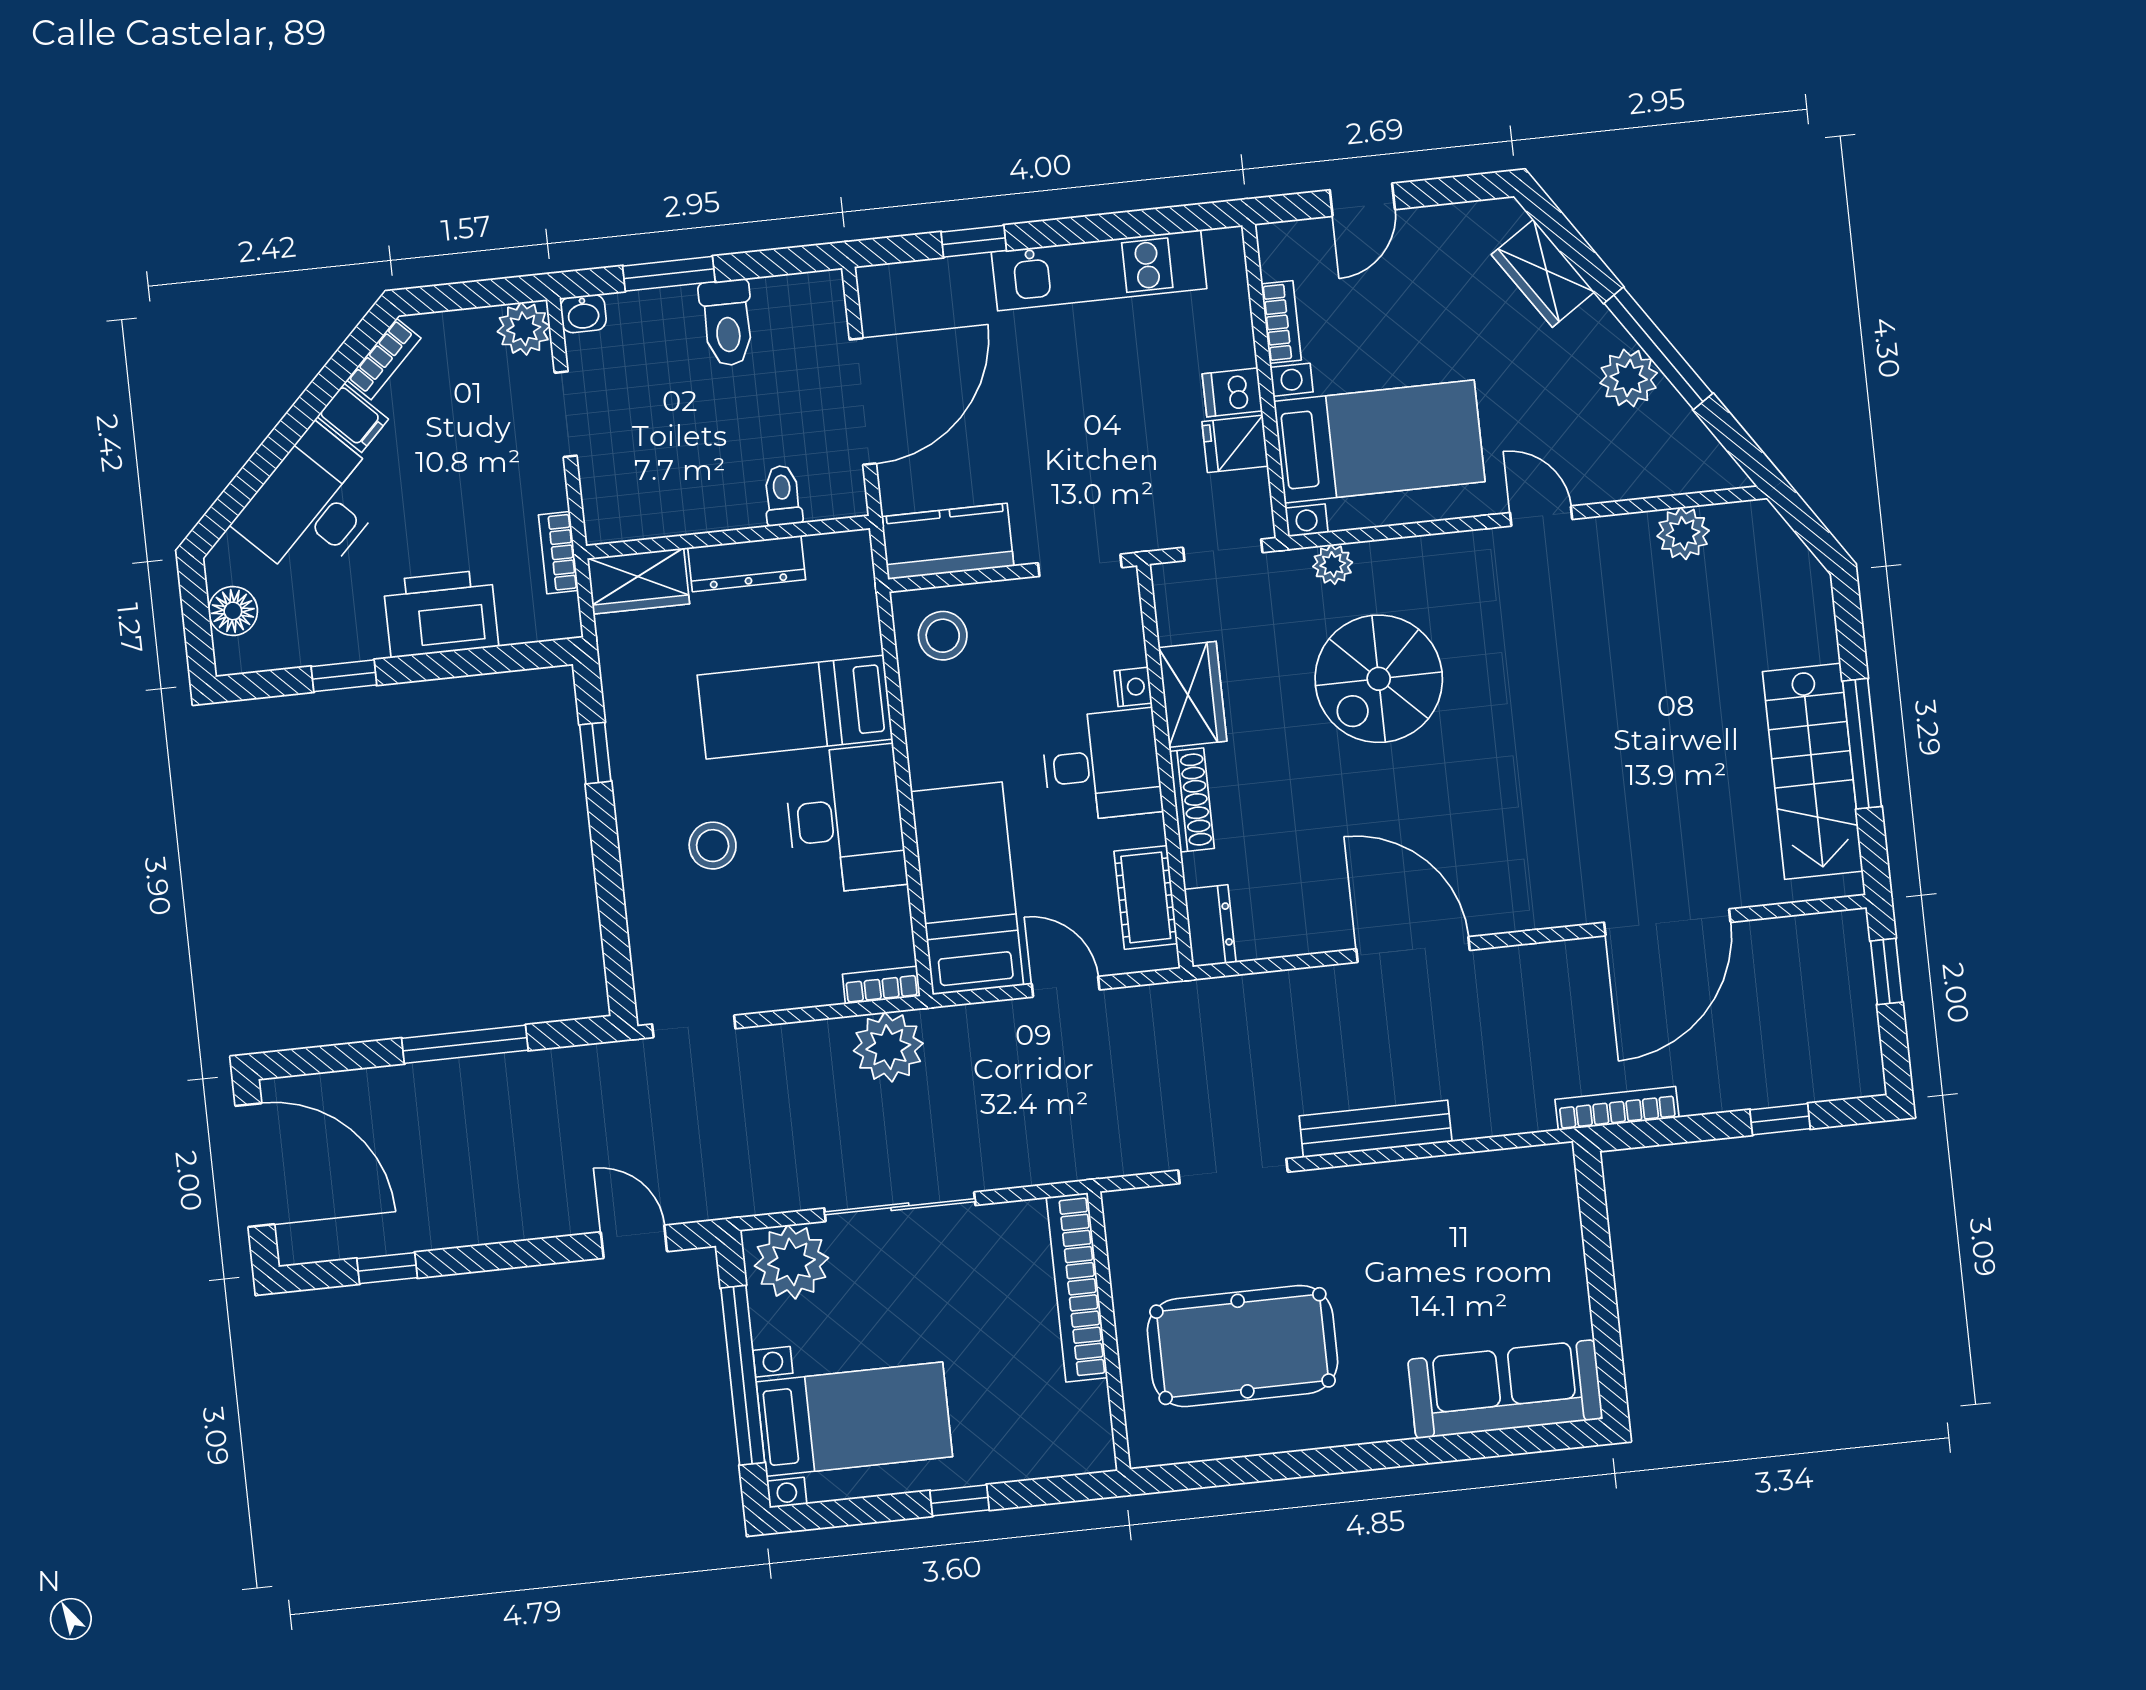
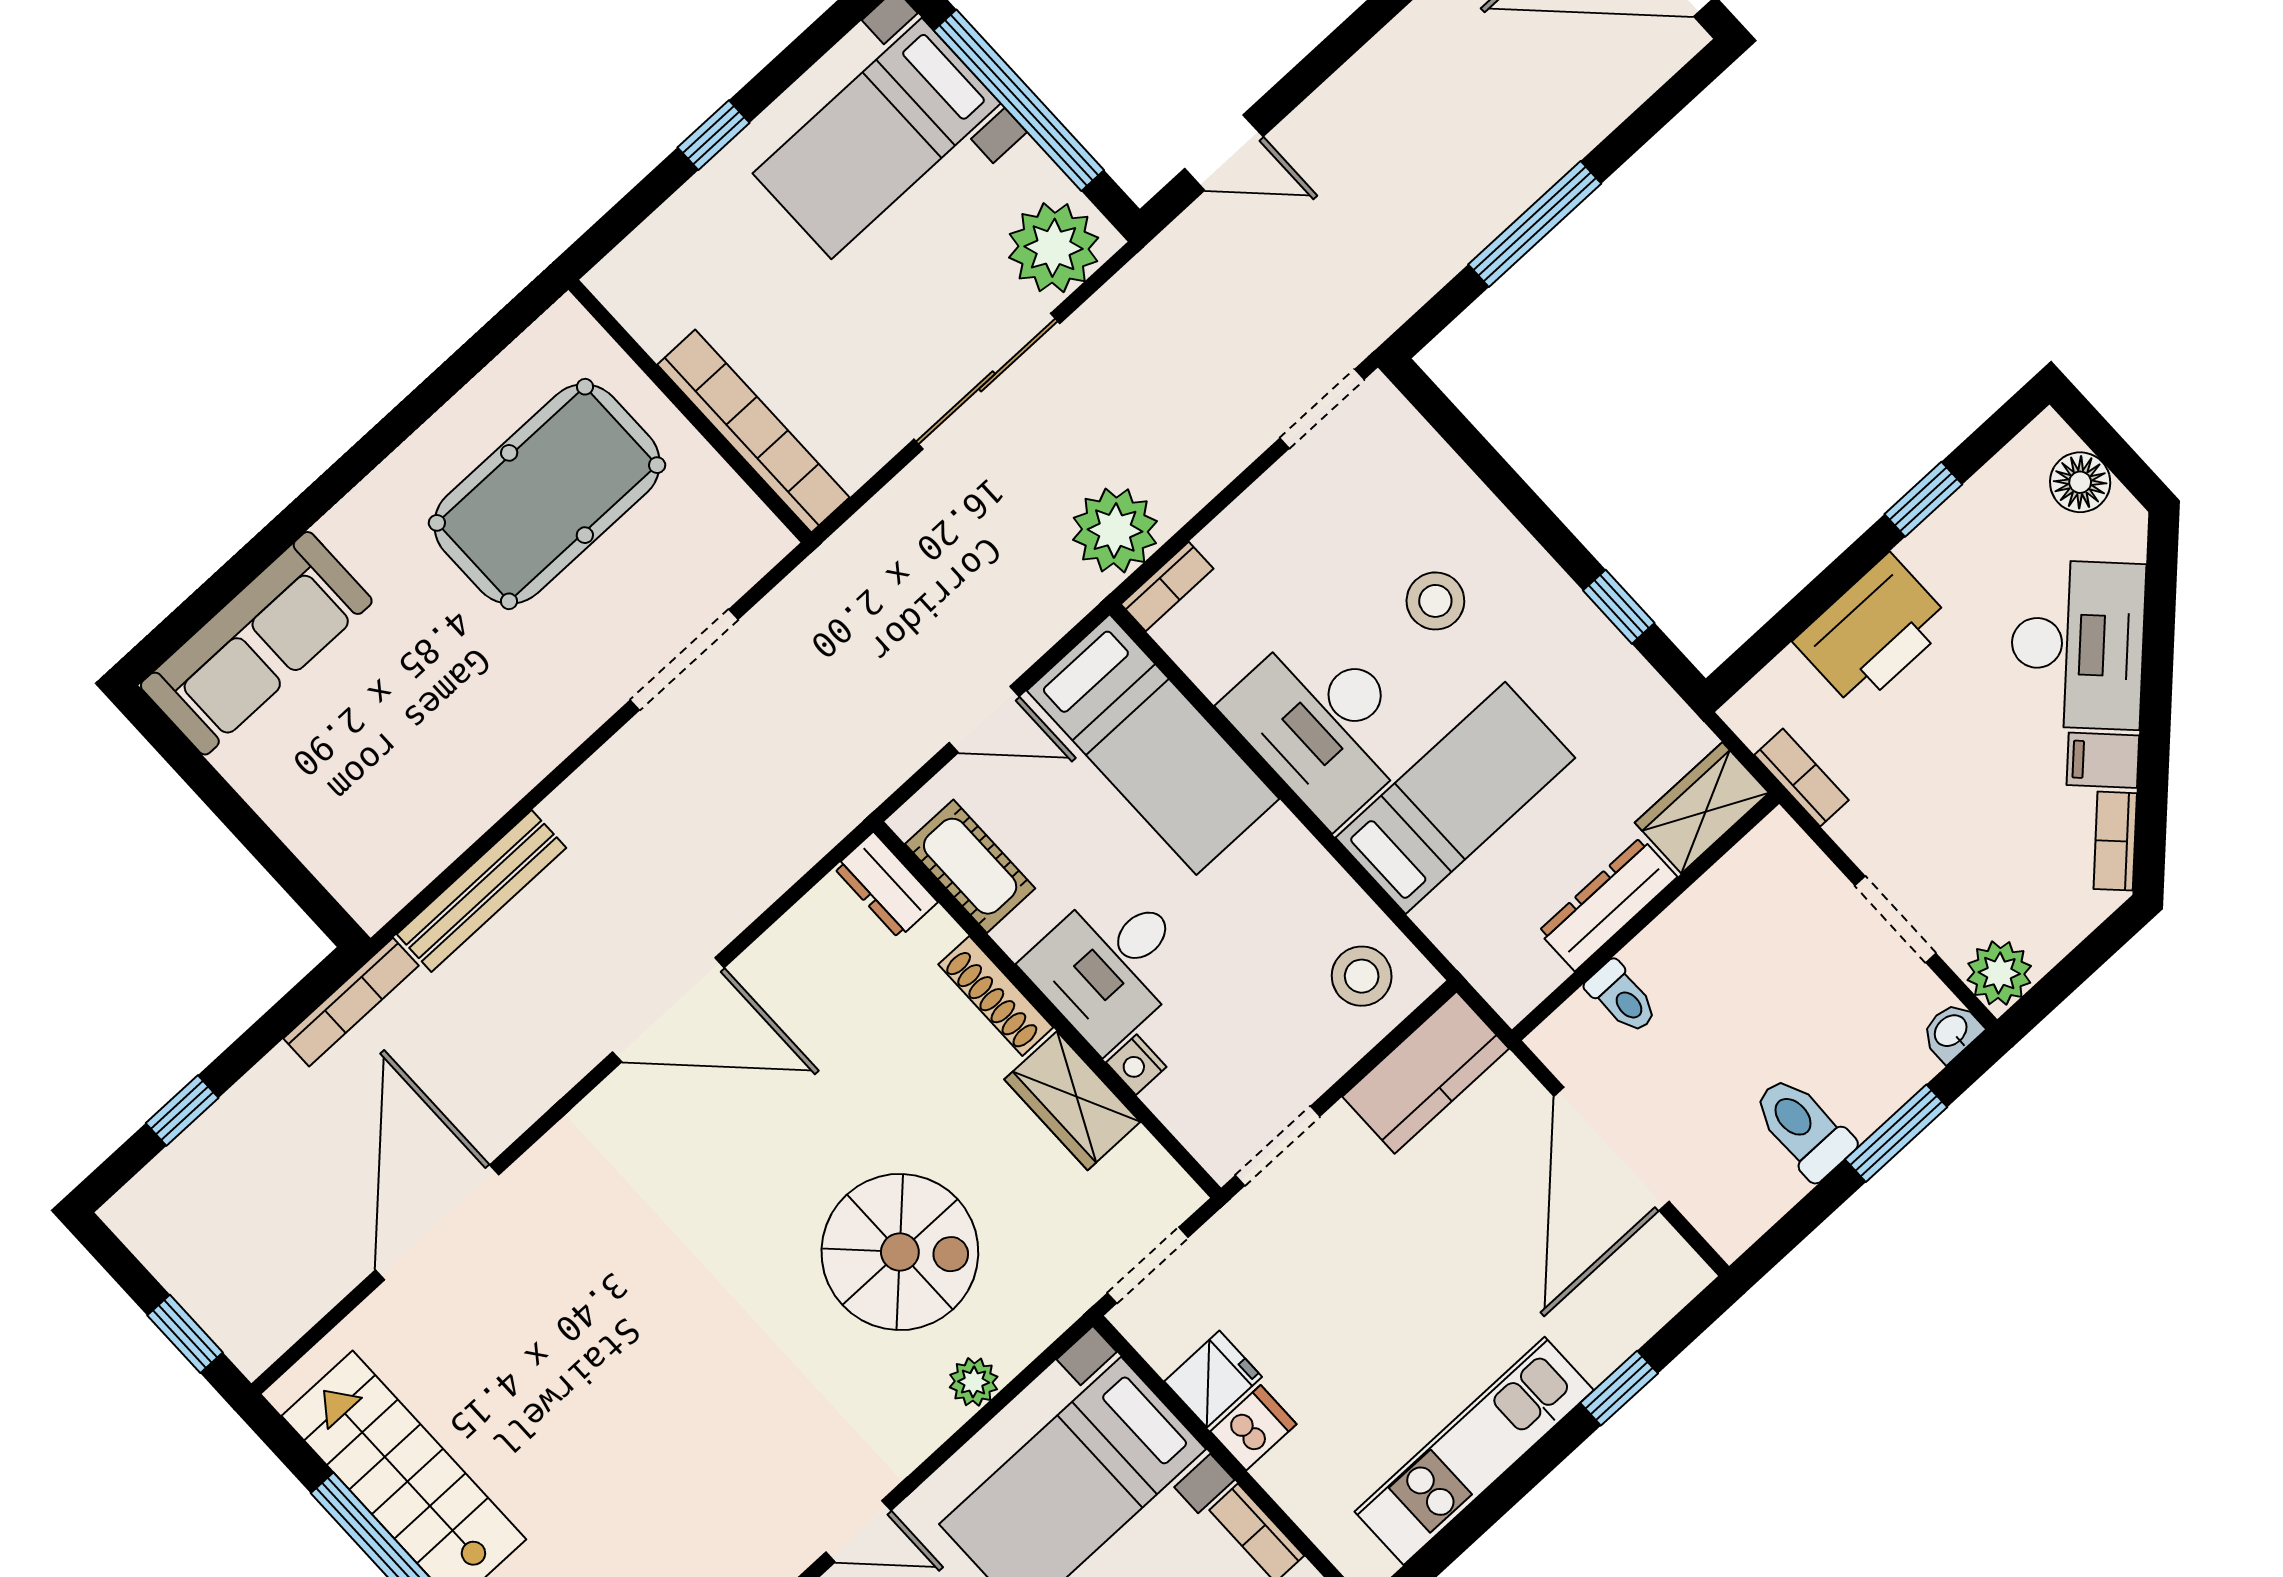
plant: (1333, 564) -> (974, 1382), moved
spiral stairs: (1379, 679) -> (900, 1252), turned 90
bench: (1376, 1129) -> (482, 891), moved

